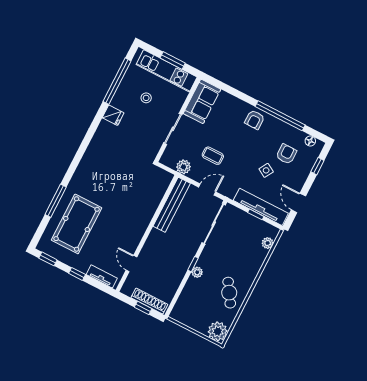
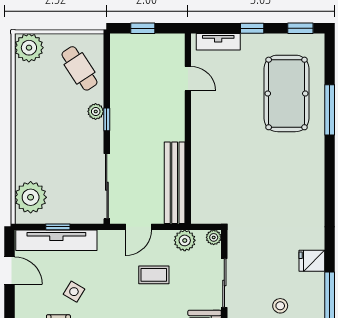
plant: (165, 160) -> (214, 237), added
plant: (268, 243) -> (31, 197), width x1.88, depth x1.88
cafe table: (229, 293) -> (79, 68), moved
shoe rack: (149, 301) -> (139, 42), removed

